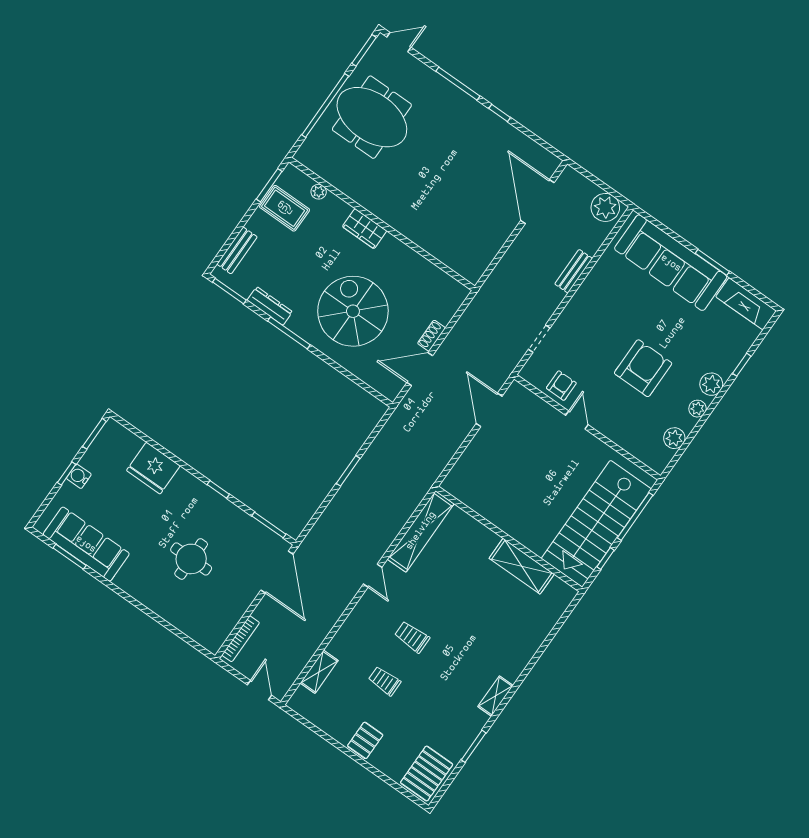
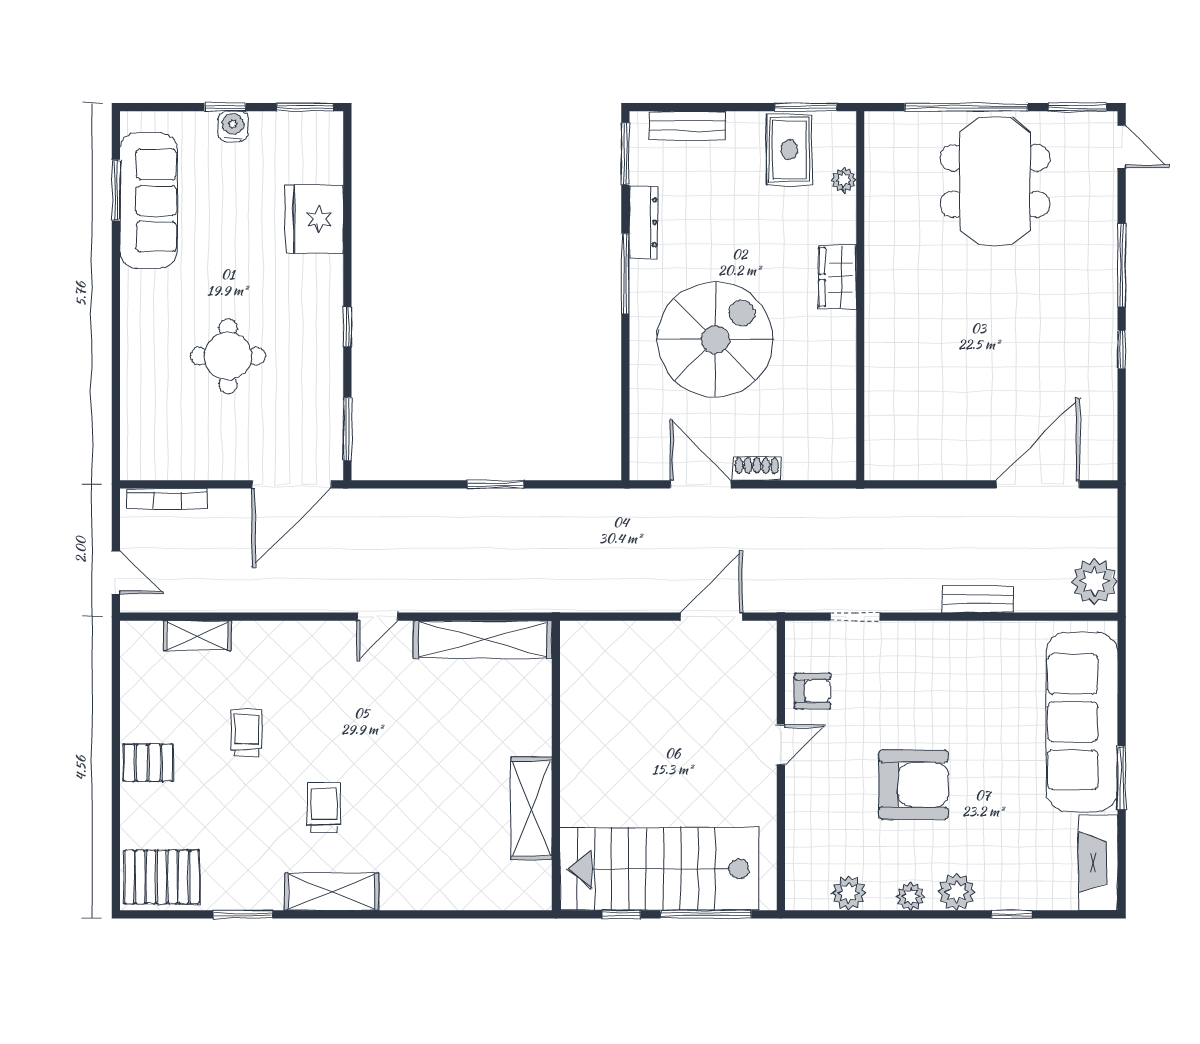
trolley: (412, 637) -> (324, 807), moved
door: (259, 690) -> (116, 572), hinge flipped
shelving: (495, 696) -> (331, 892), width x1.50, depth x1.33

